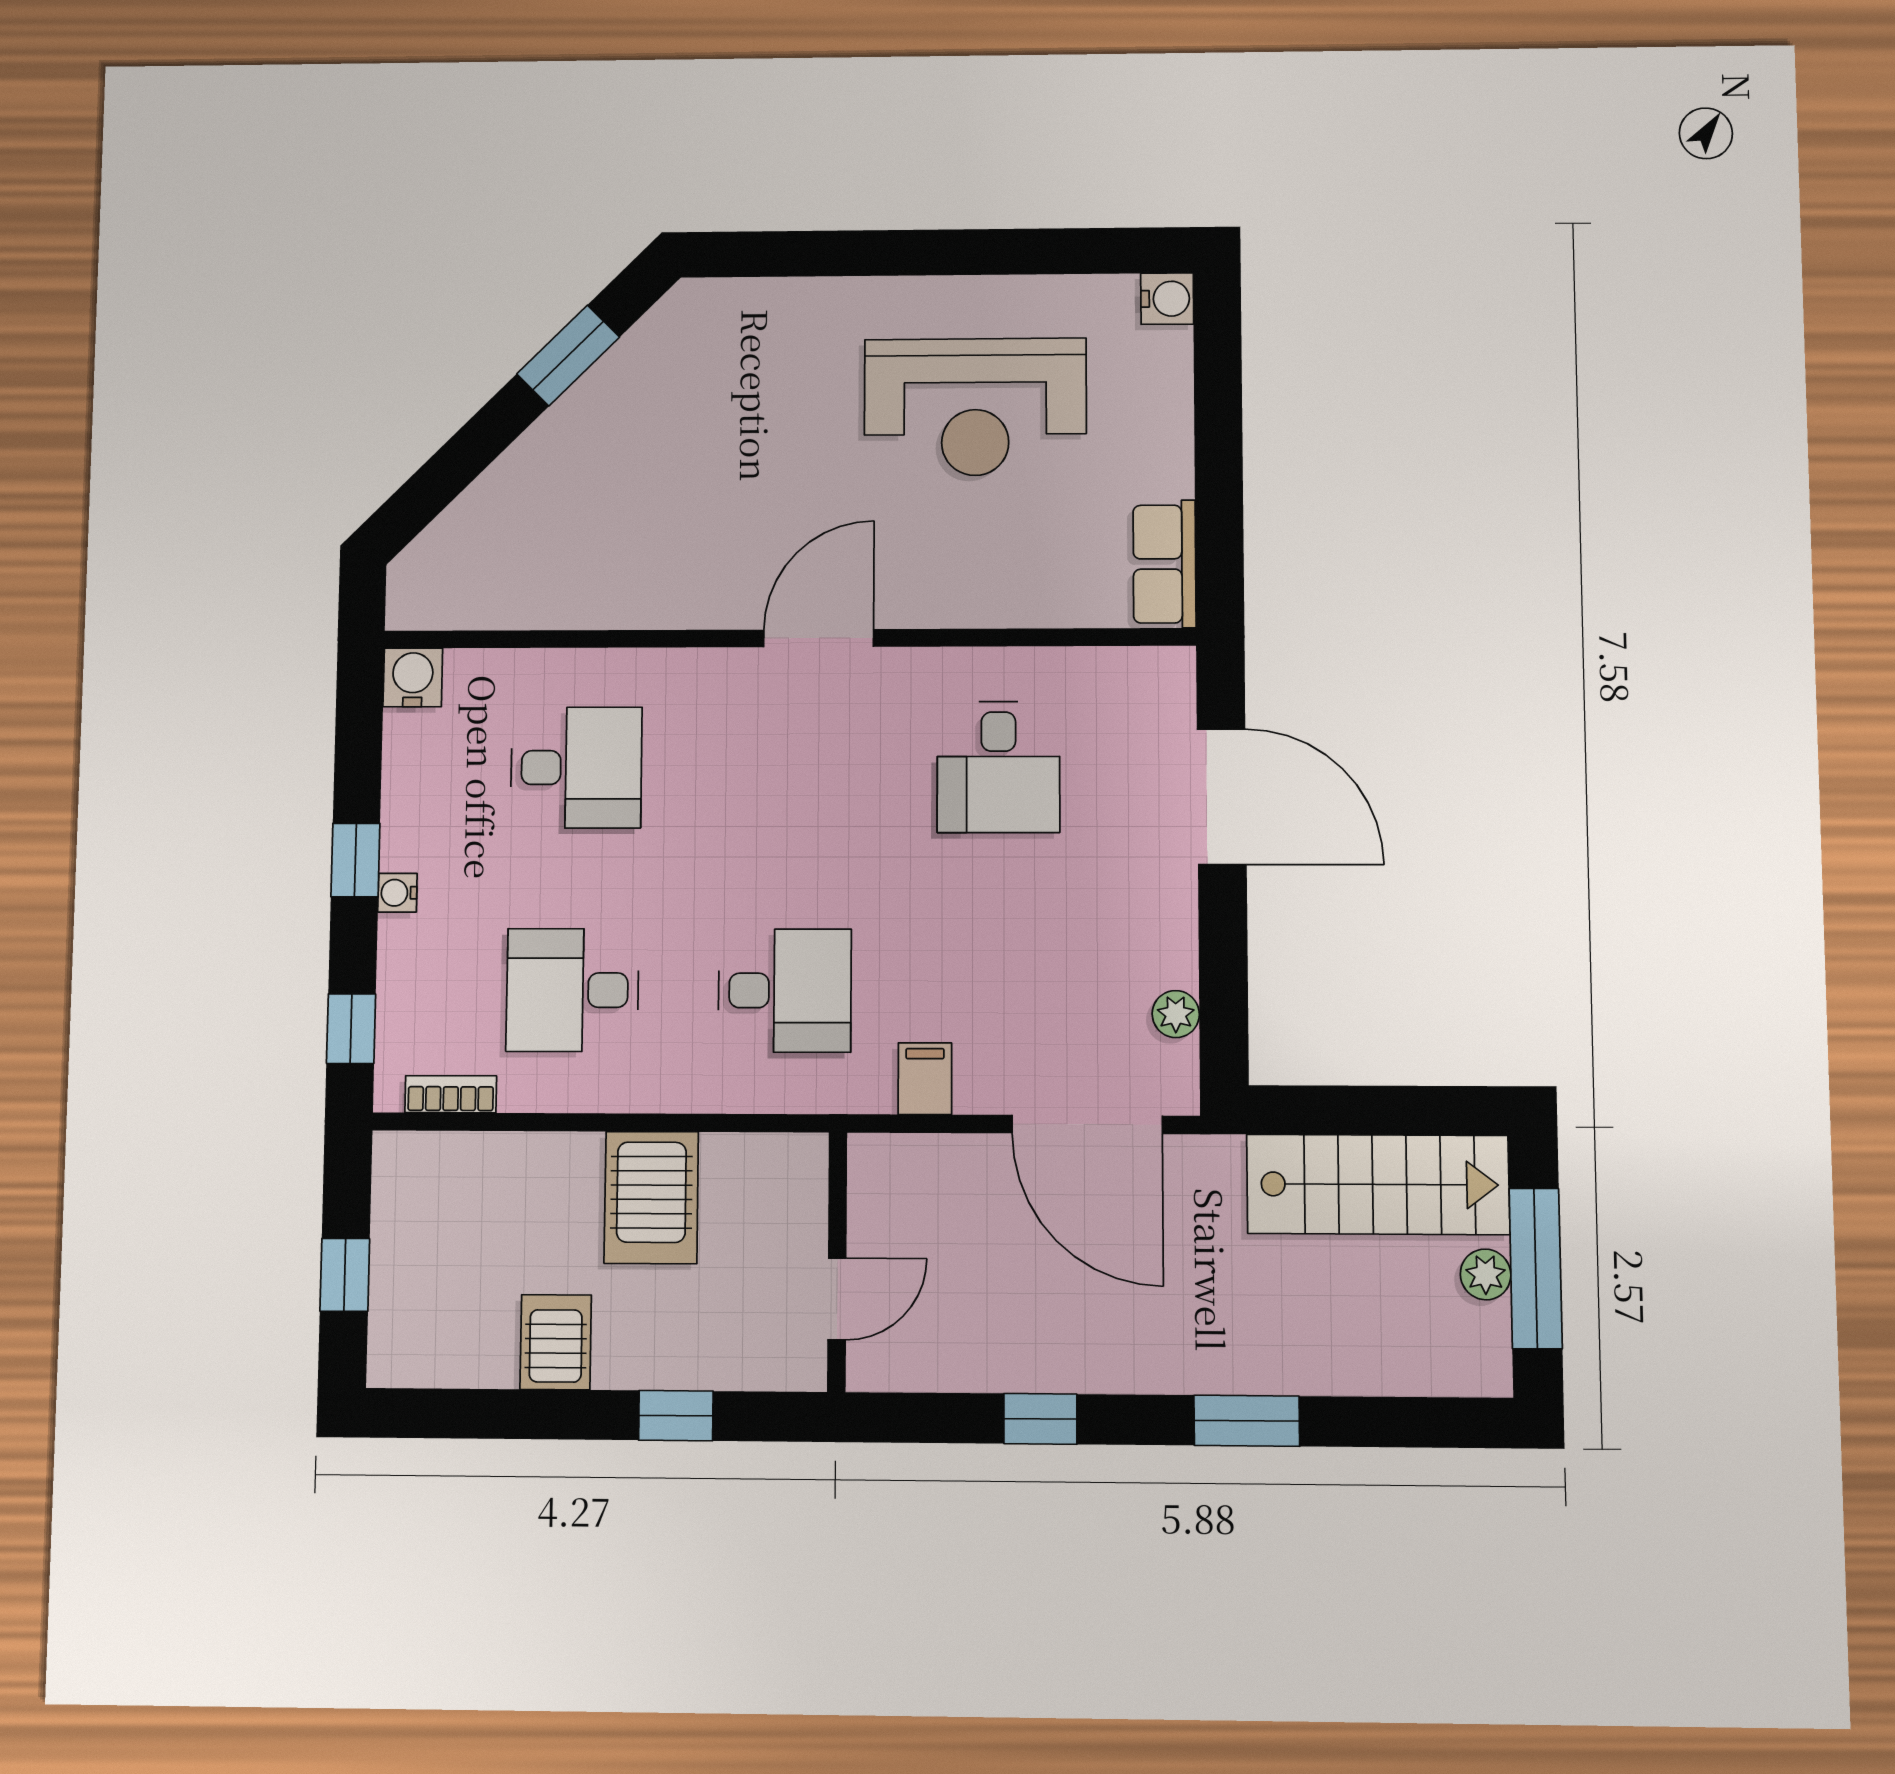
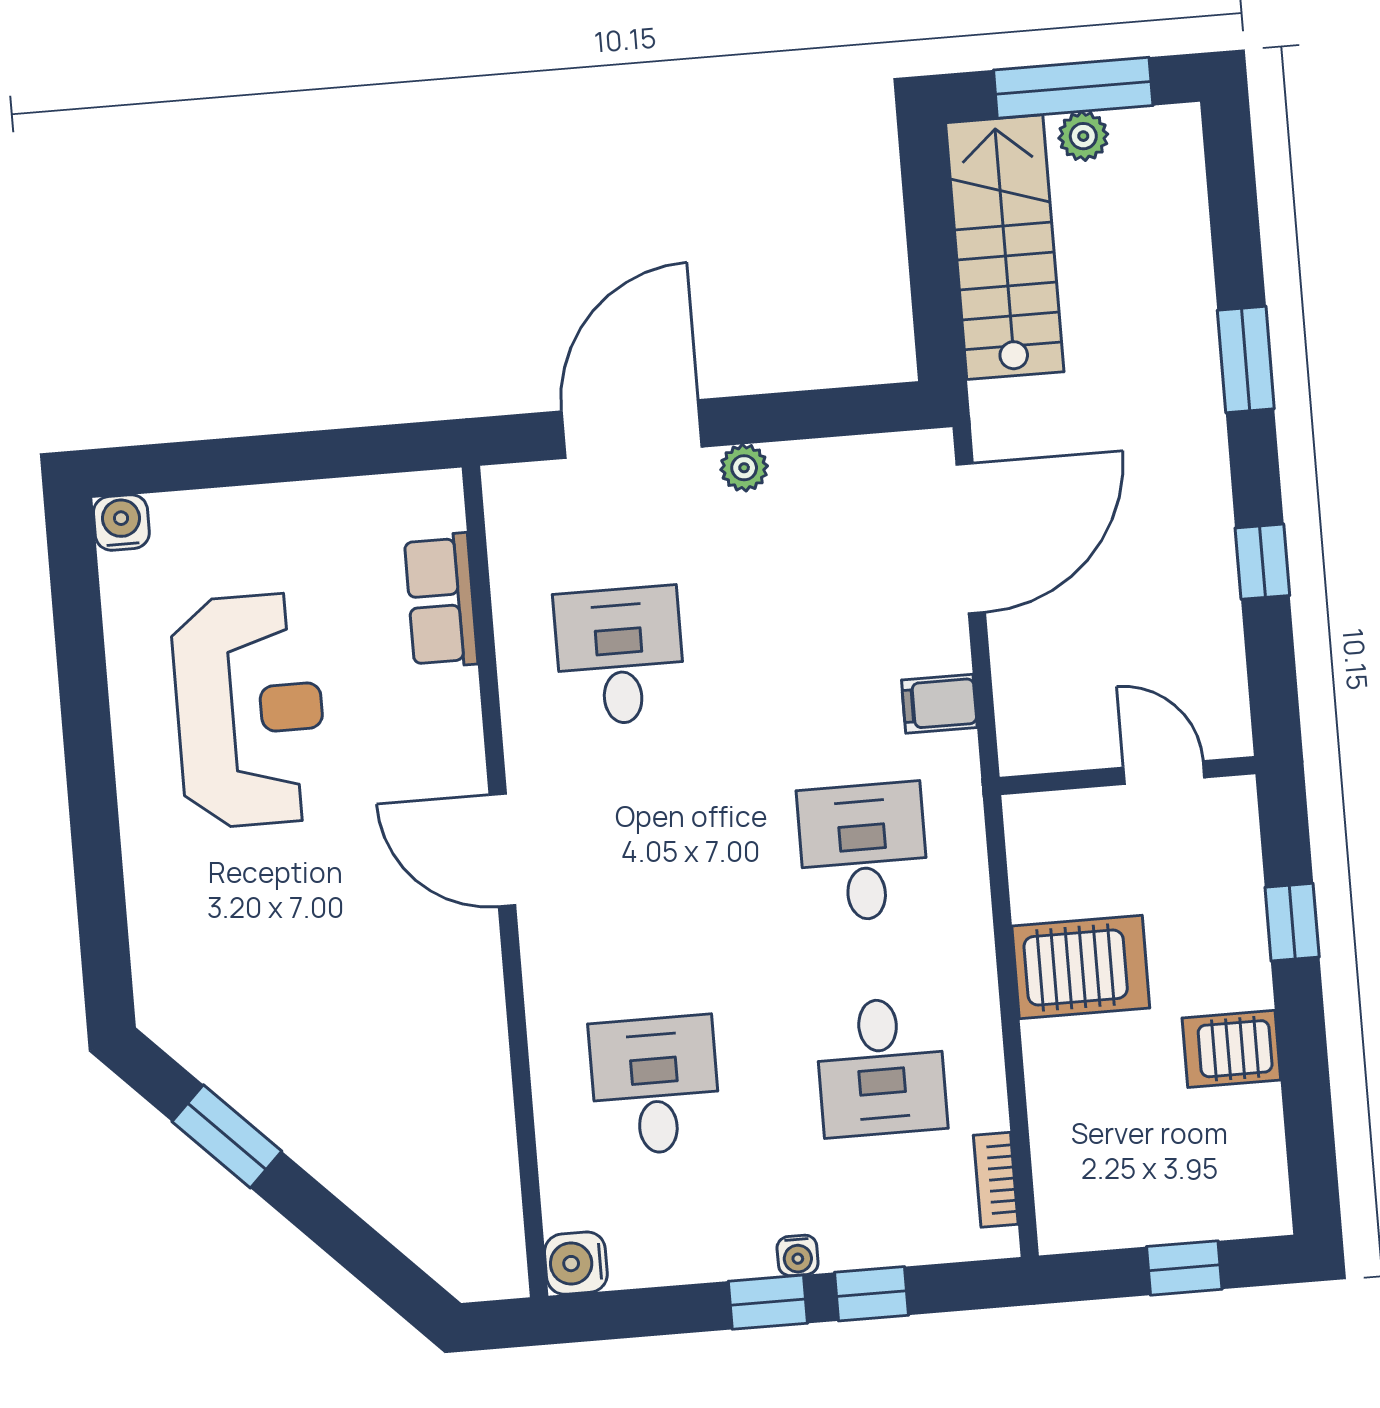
row of seats: (1164, 564) -> (441, 601), moved, turned 90
desk: (998, 767) -> (620, 656), turned -90
plant: (1176, 1014) -> (744, 468), moved
window: (351, 1029) -> (872, 1294), moved

